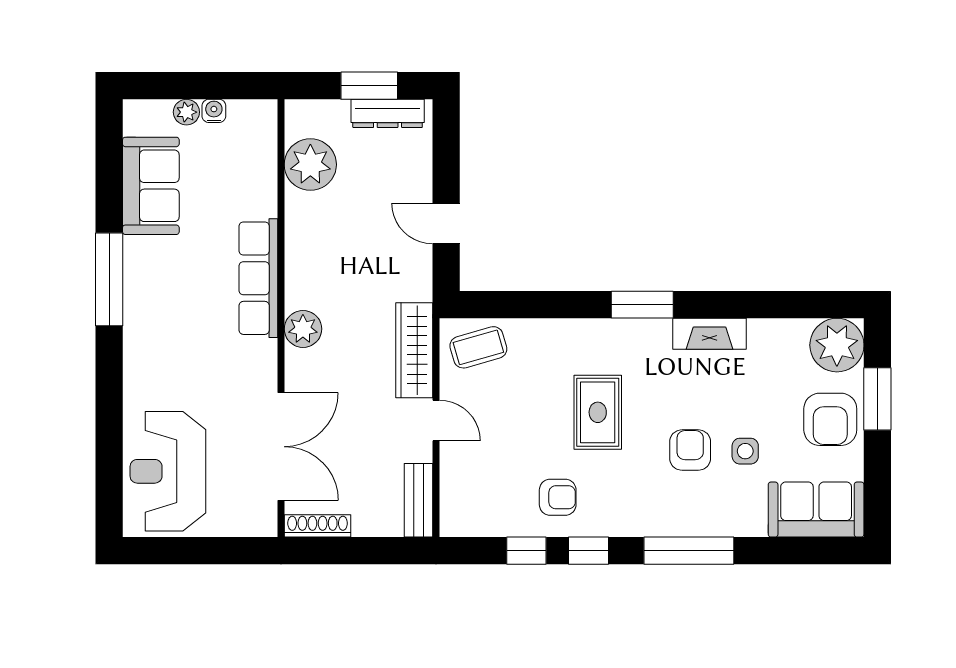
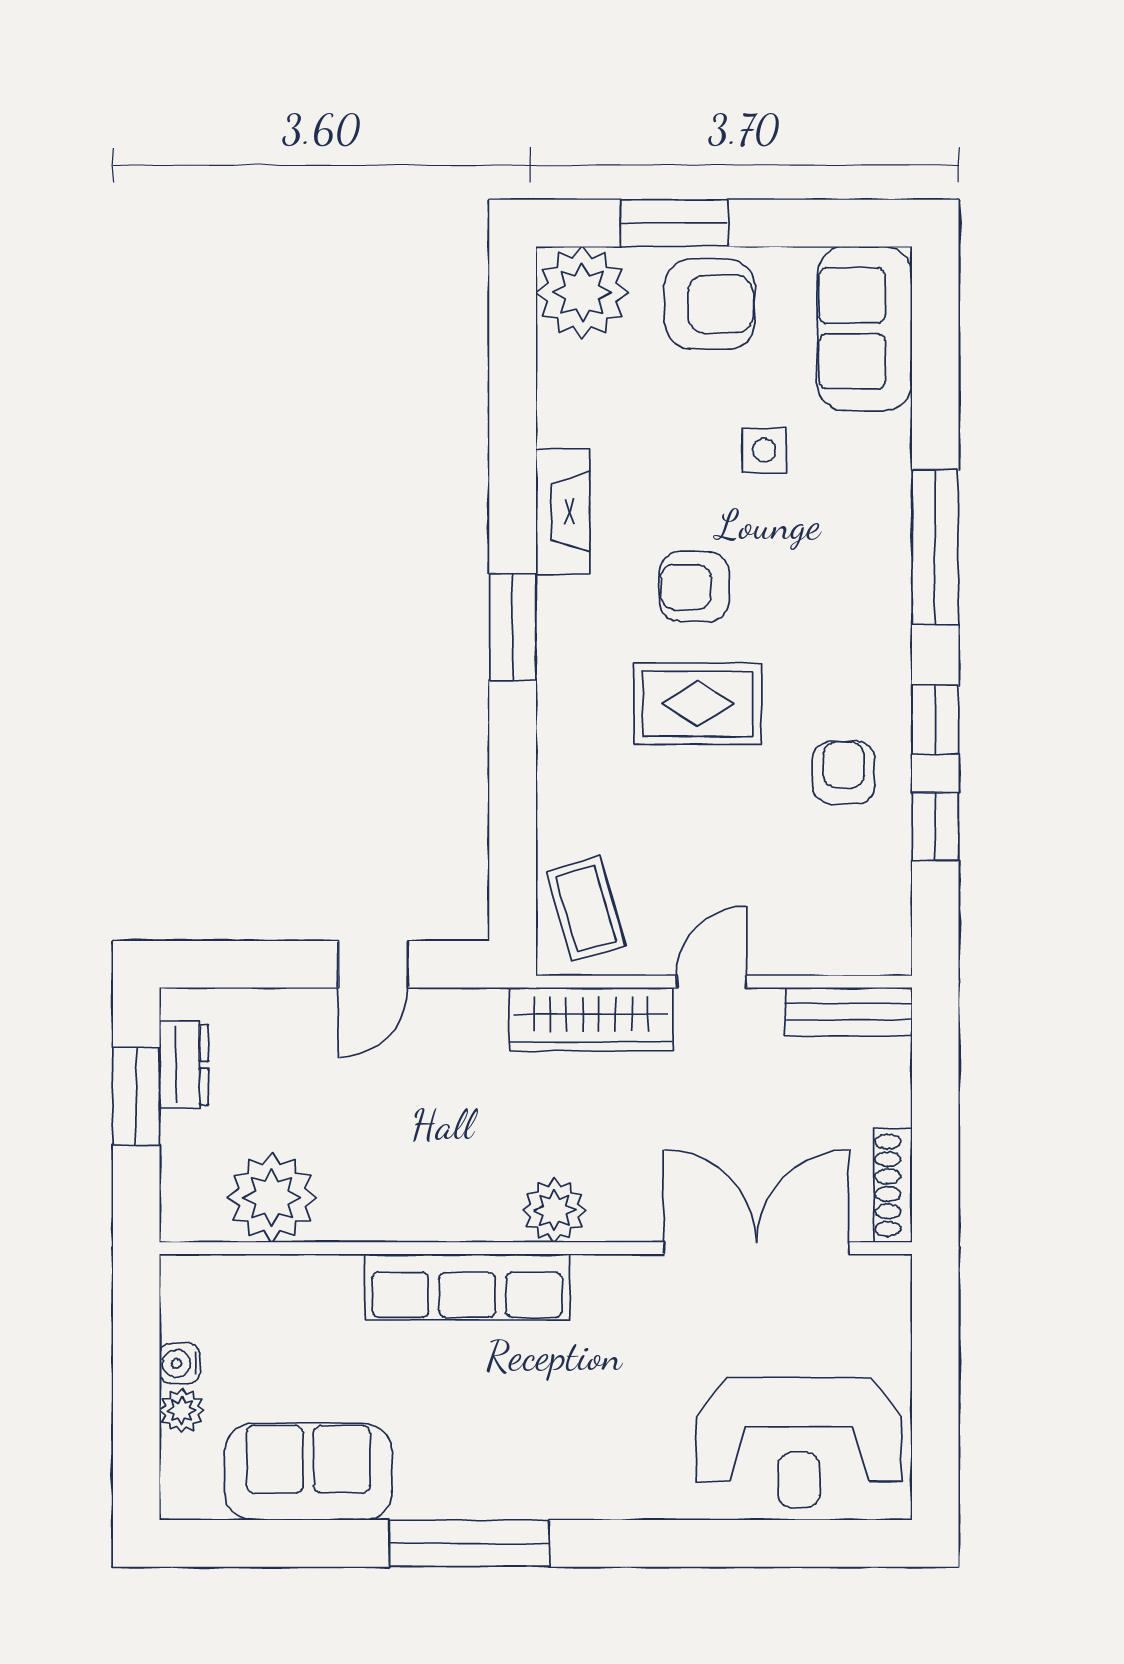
dresser: (388, 113) -> (184, 1065), width x0.70
armchair: (690, 450) -> (694, 587), moved

